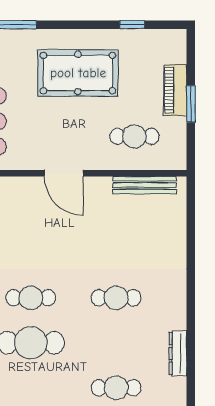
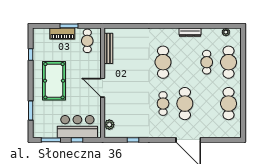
cafe table: (134, 136) -> (87, 41), moved
door: (64, 173) -> (103, 88), swing flipped
cafe table: (116, 298) -> (163, 62), width x1.37, depth x1.35

